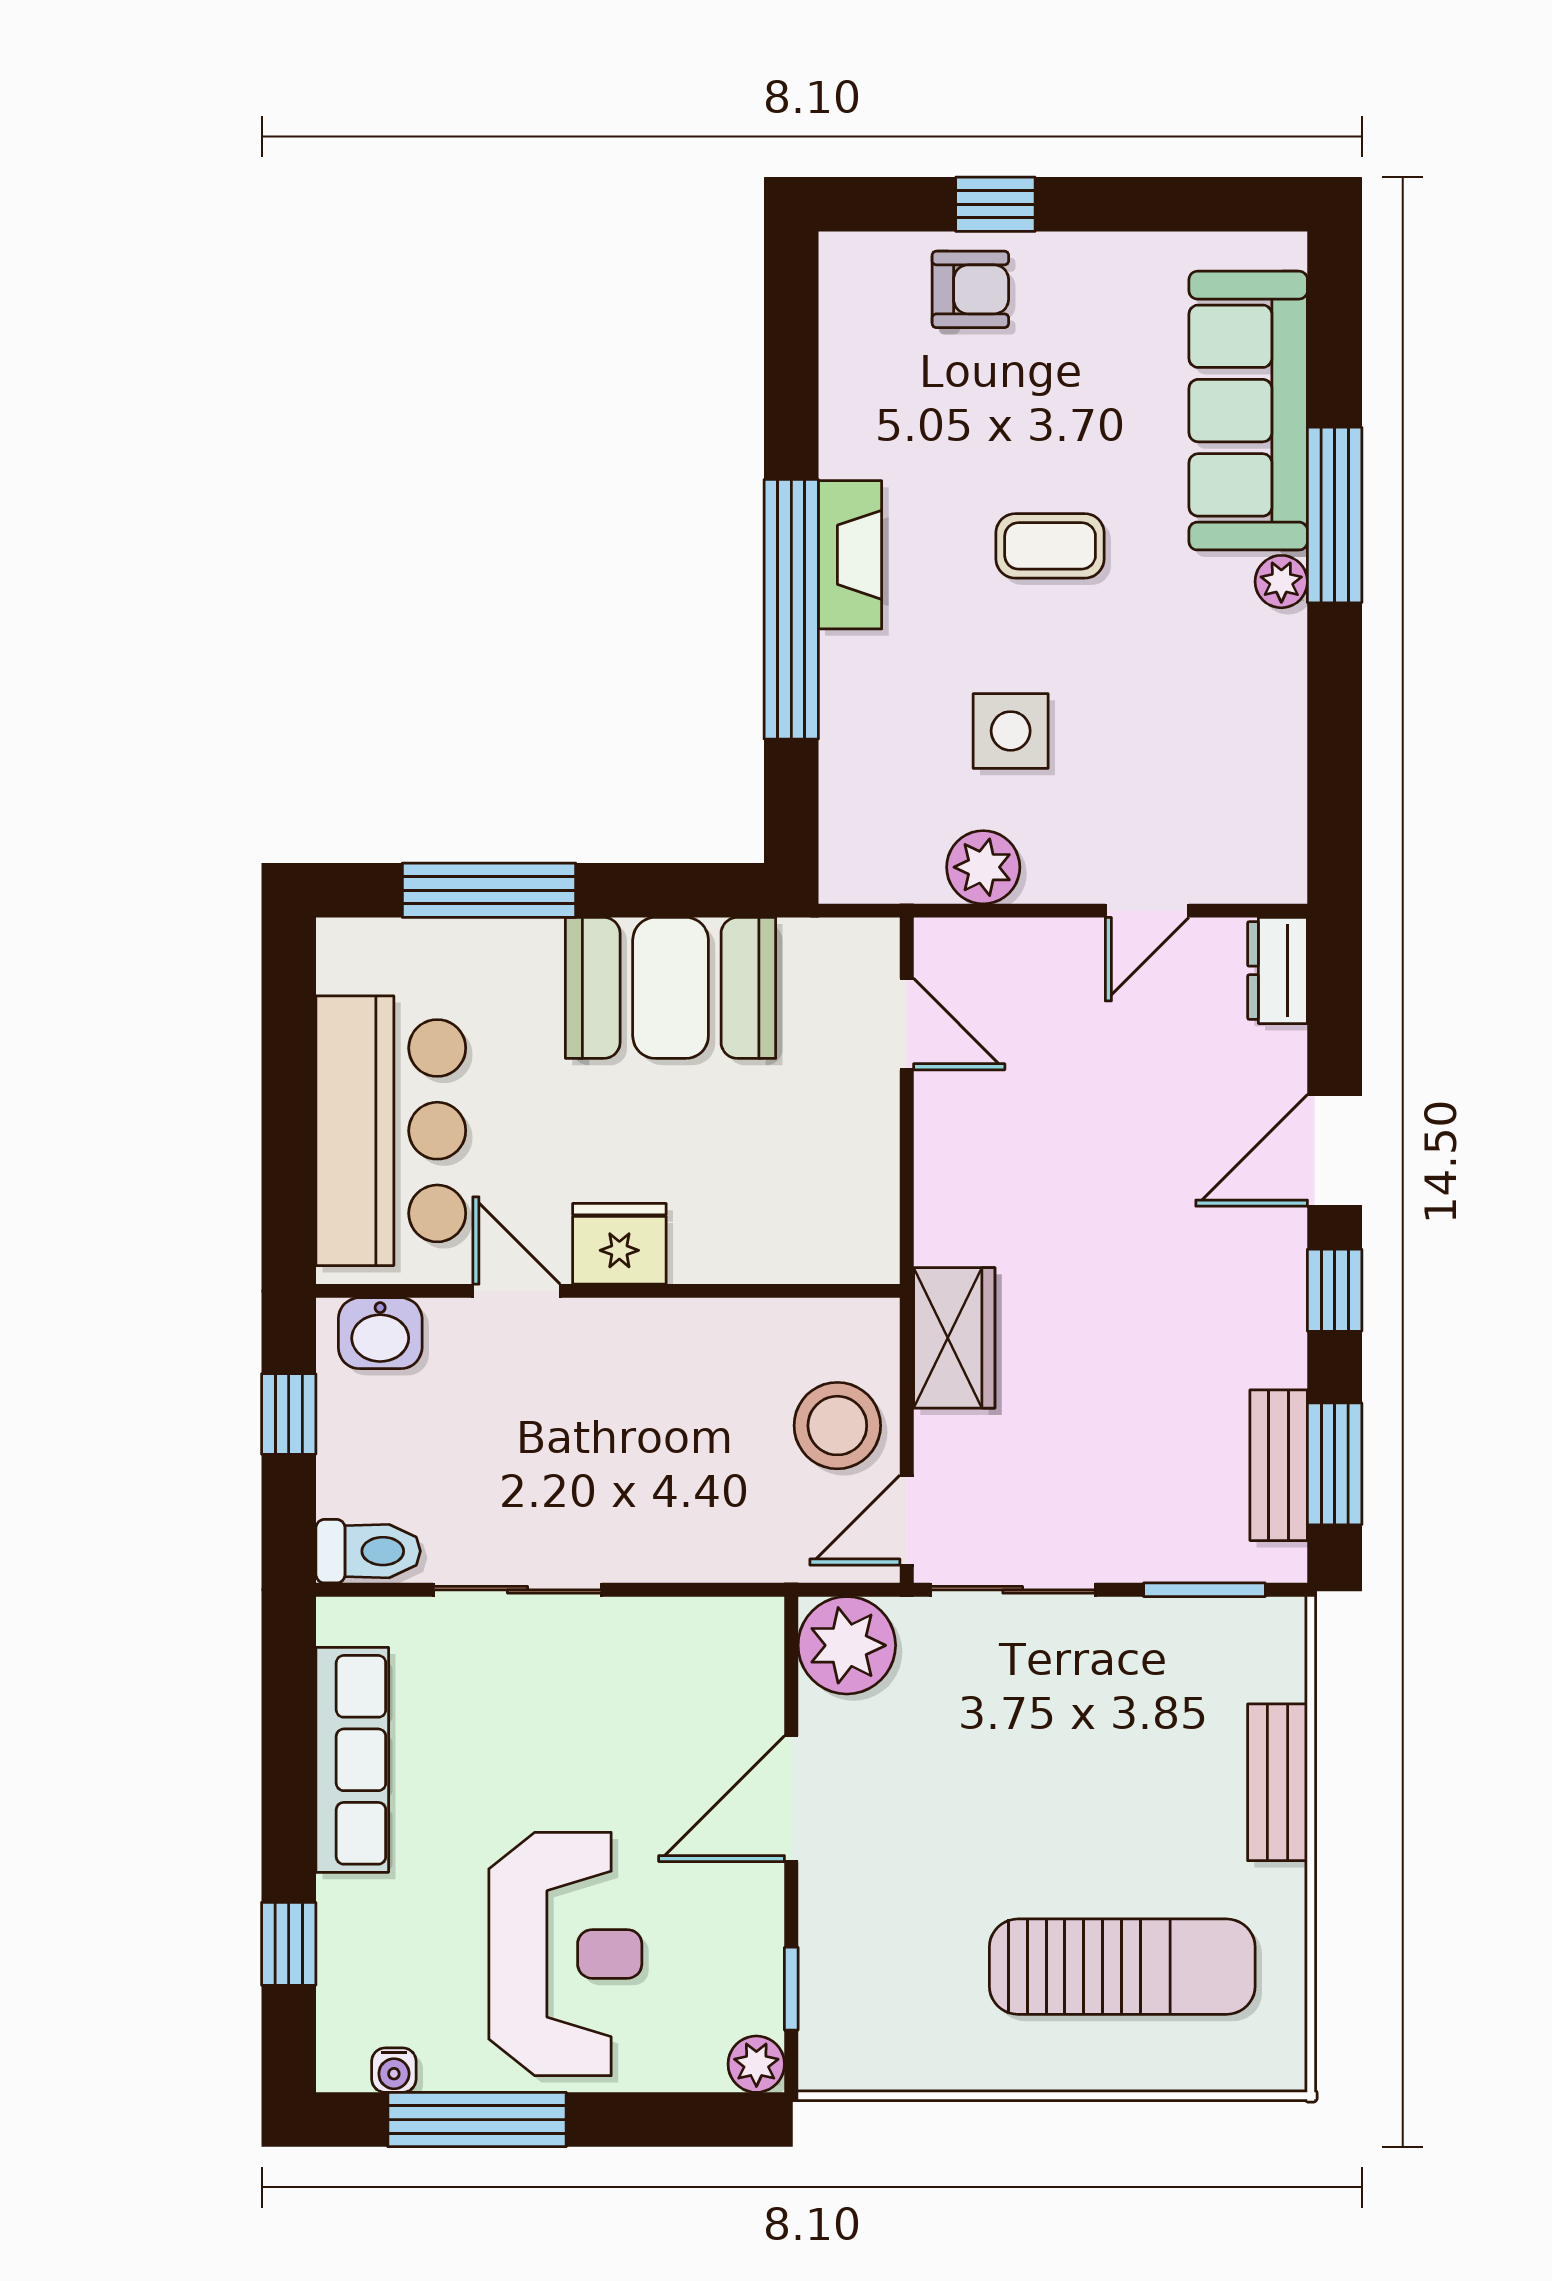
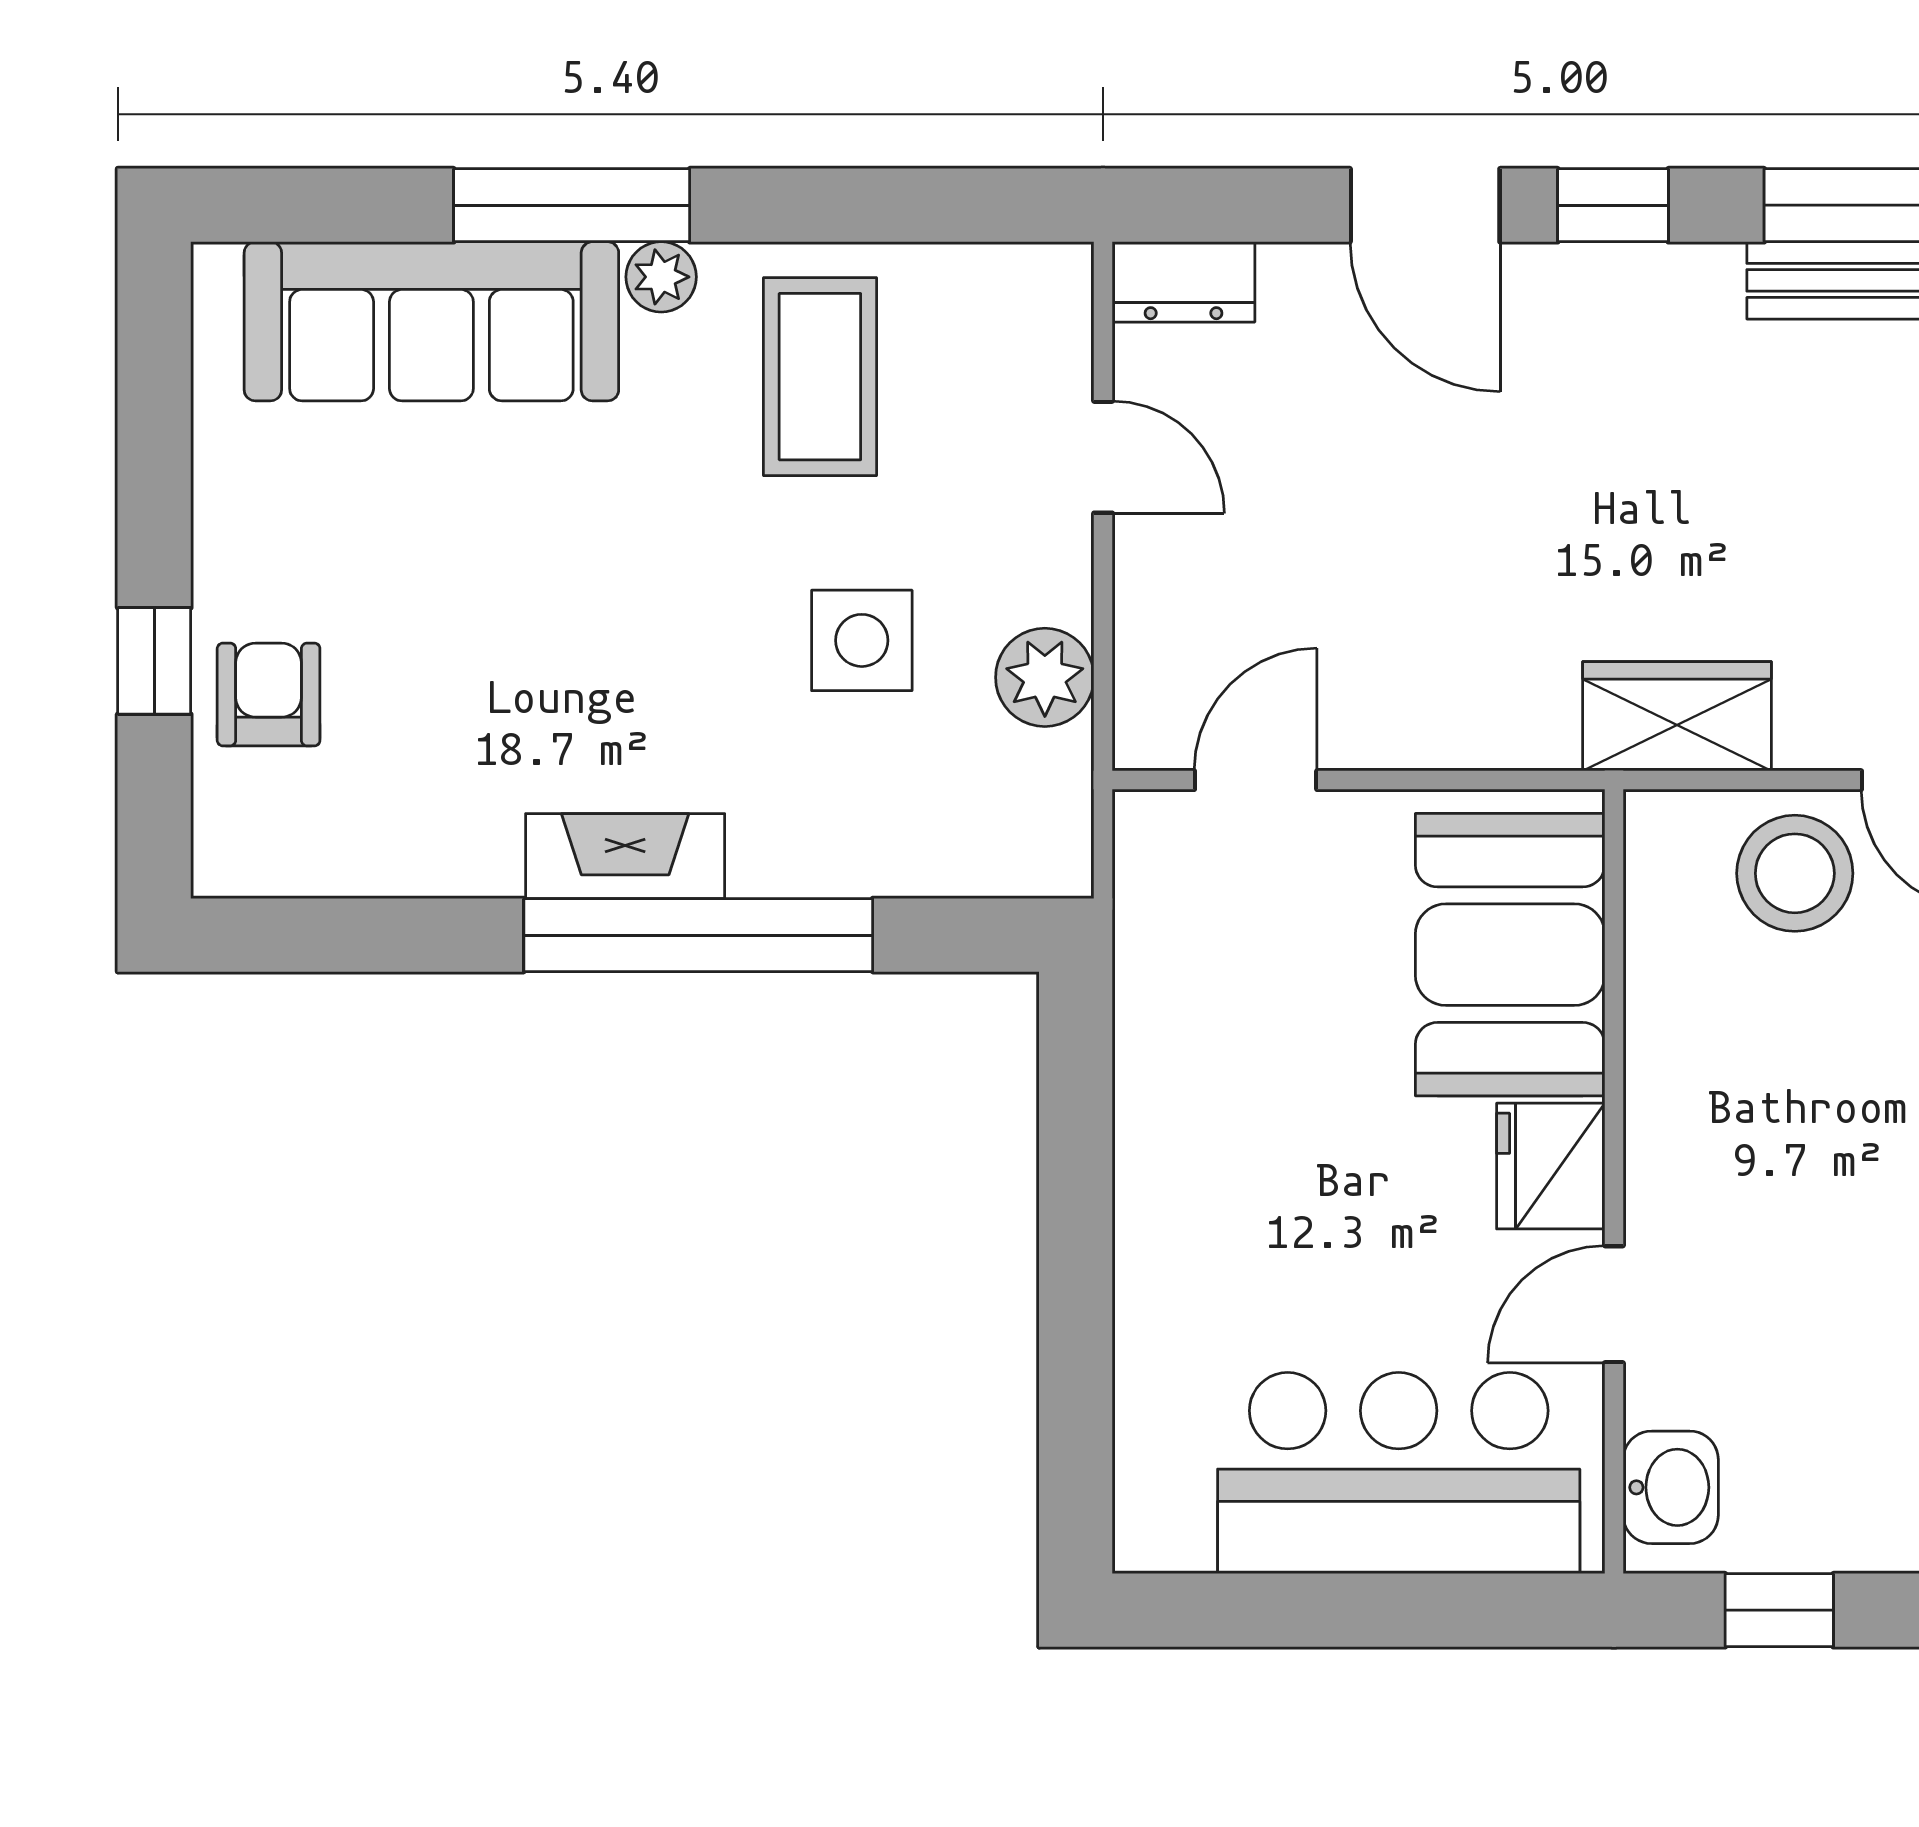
coffee table: (1050, 546) -> (820, 377), moved, width x1.36, depth x1.30
window: (489, 890) -> (1076, 1341), removed
booth: (671, 988) -> (1510, 955), moved

